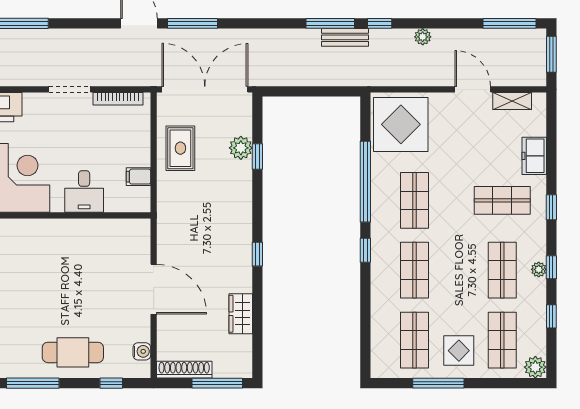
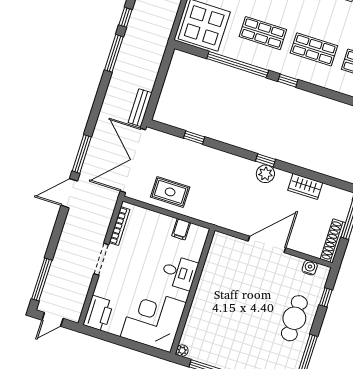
bench: (345, 37) -> (140, 108), moved
plant: (241, 148) -> (265, 174), moved

